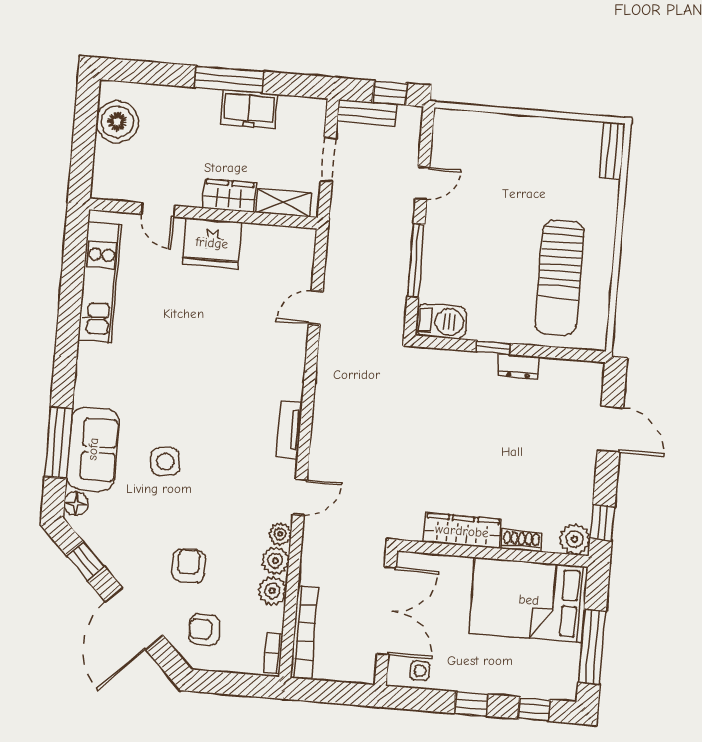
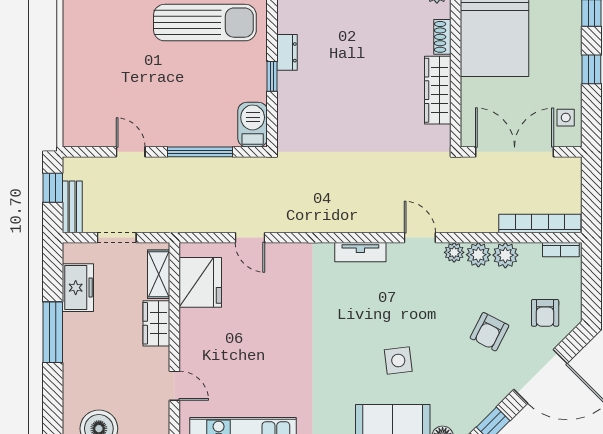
freezer: (249, 109) -> (78, 288), moved
door: (158, 210) -> (174, 386), hinge flipped
fridge: (212, 243) -> (200, 282), moved
armchair: (189, 566) -> (489, 332), turned -63

